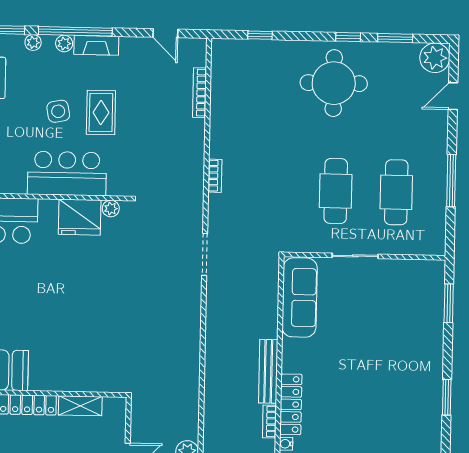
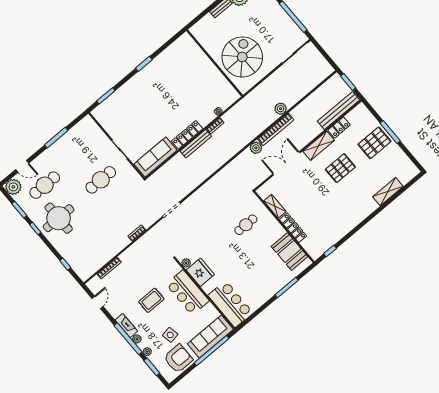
side table: (58, 111) -> (170, 335), moved
cafe table: (396, 192) -> (45, 185), moved
cafe table: (90, 341) -> (246, 225), added
locker: (291, 404) -> (187, 135), moved

